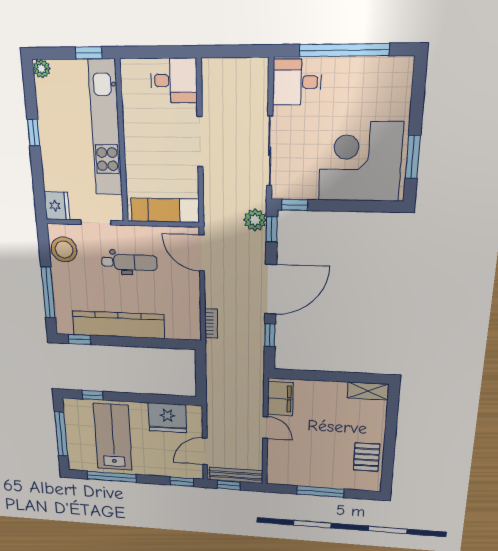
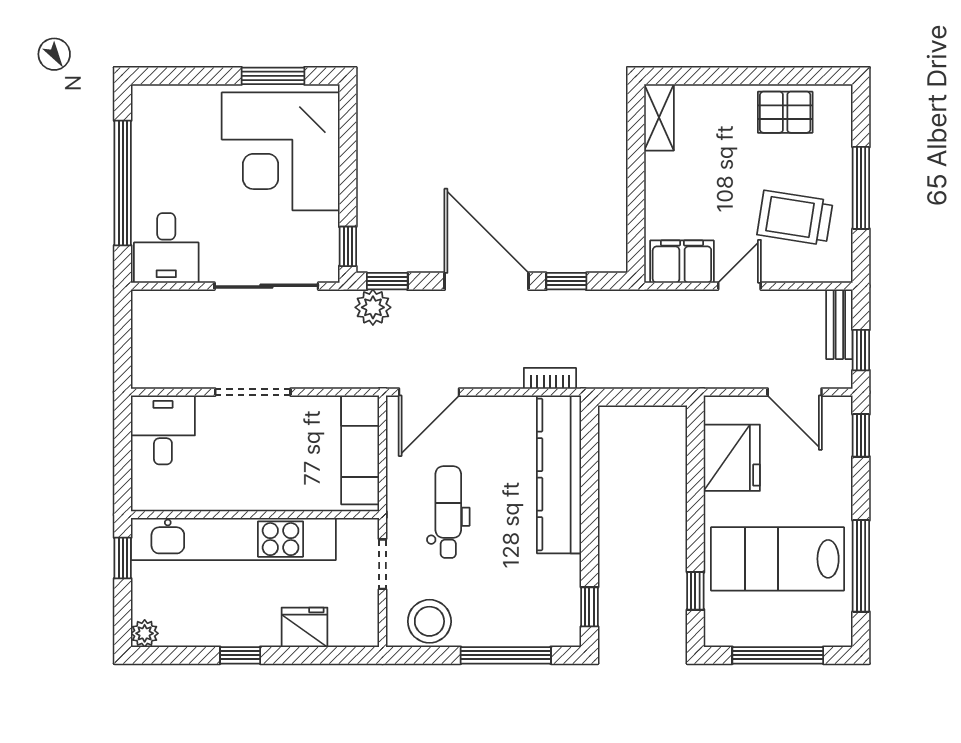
fridge: (57, 206) -> (304, 627), moved
kitchen counter: (118, 325) -> (559, 474), moved
trolley: (304, 458) -> (795, 218), added
bench: (236, 475) -> (839, 324), width x0.73

